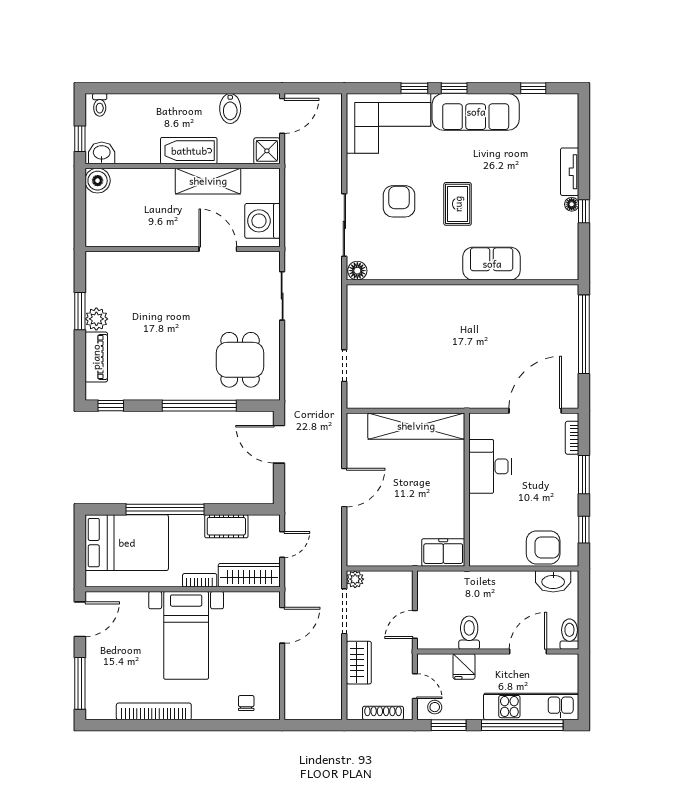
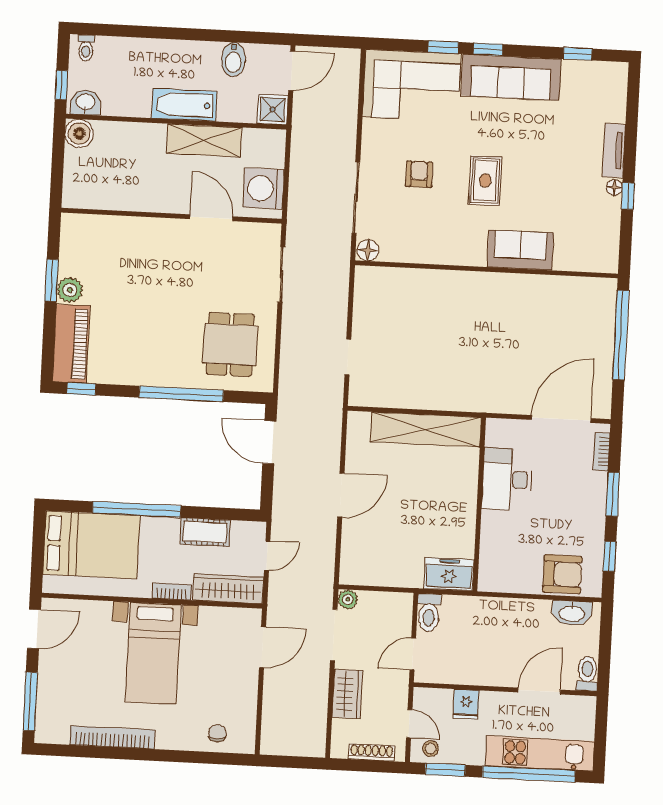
armchair: (399, 201) -> (419, 174), width x0.72, depth x0.72
piano: (96, 357) -> (71, 344), width x1.37, depth x1.33
toilet: (469, 633) -> (429, 613), moved, turned 180

